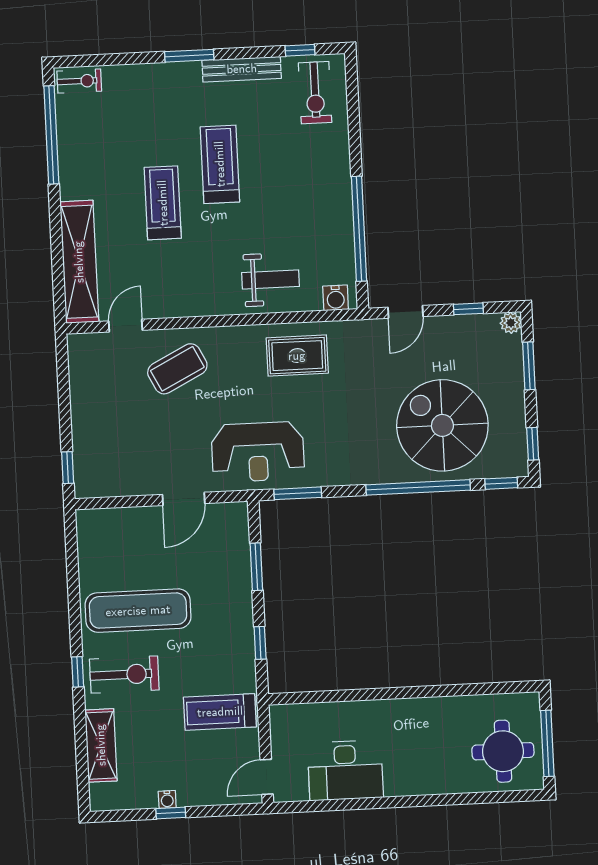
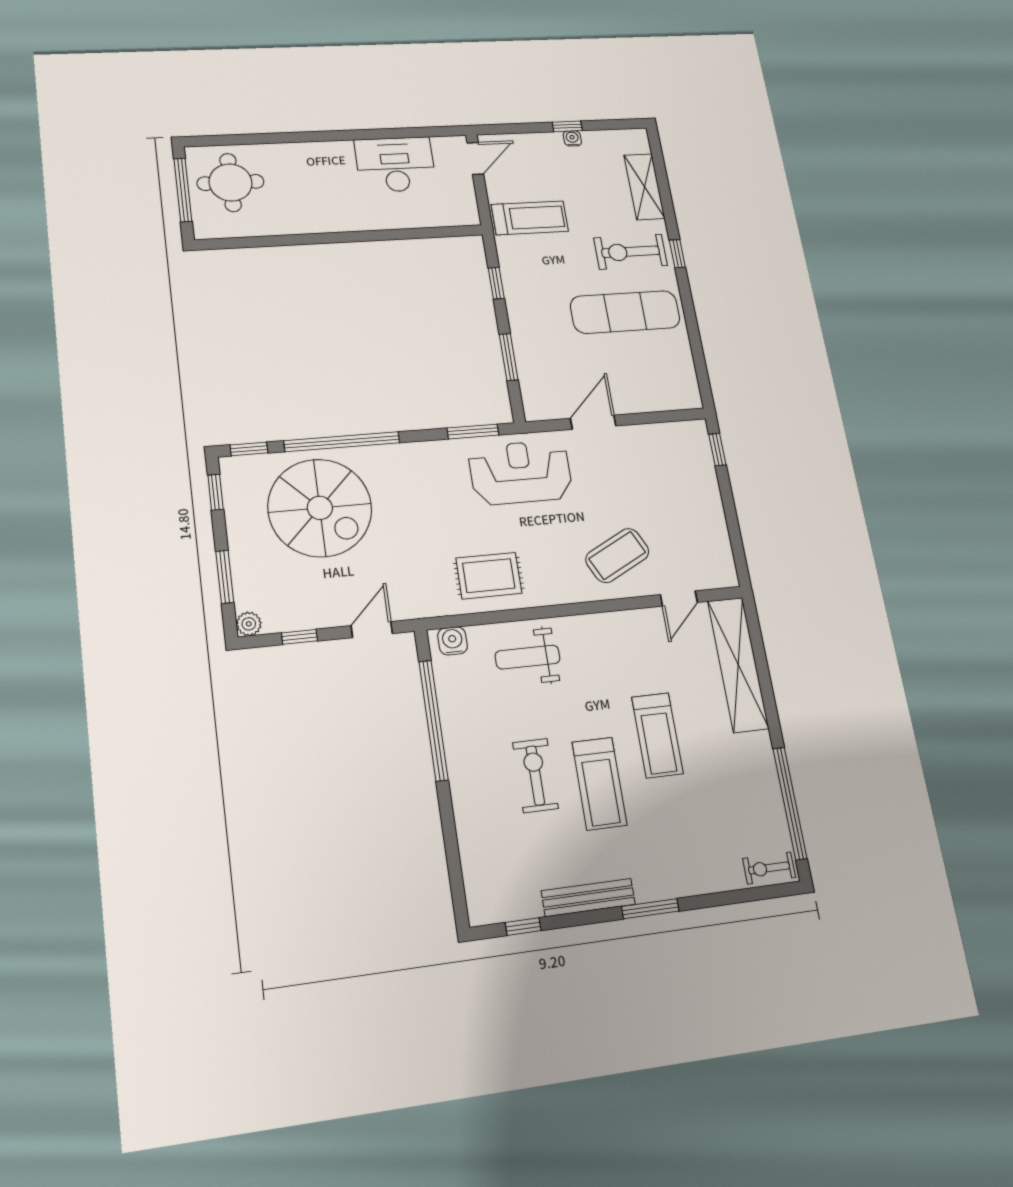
exercise bike: (315, 93) -> (535, 775), moved

